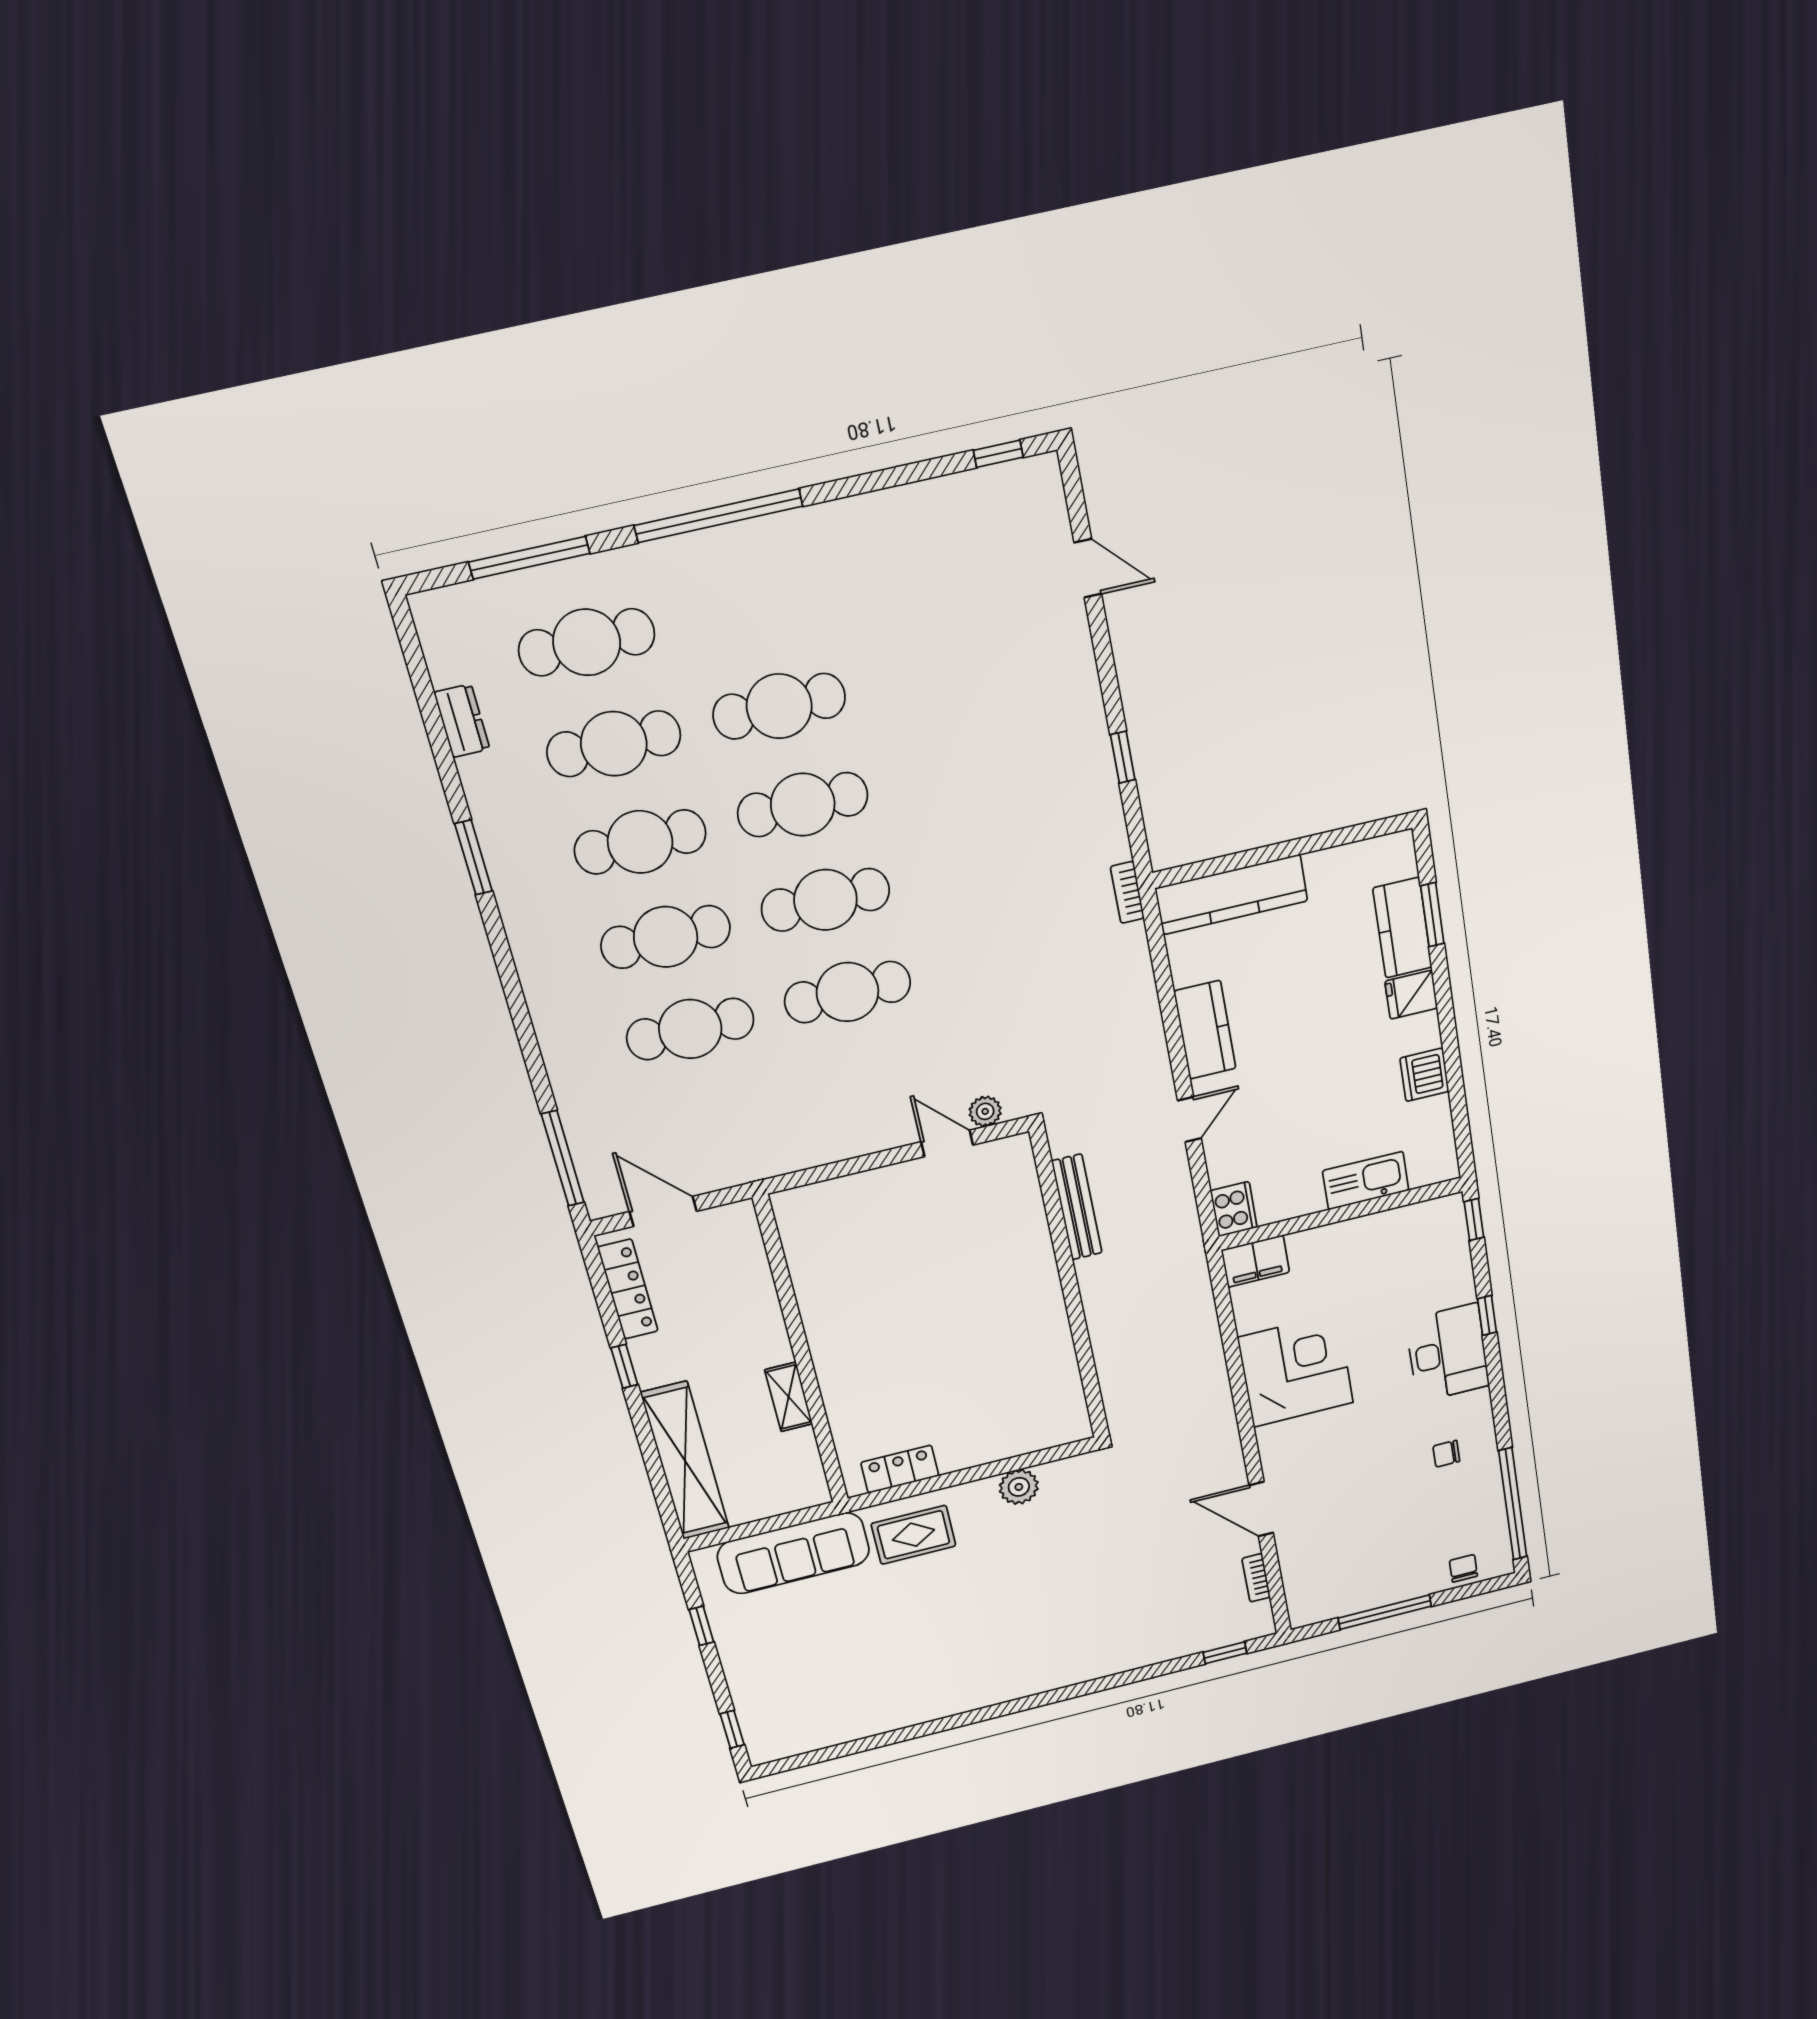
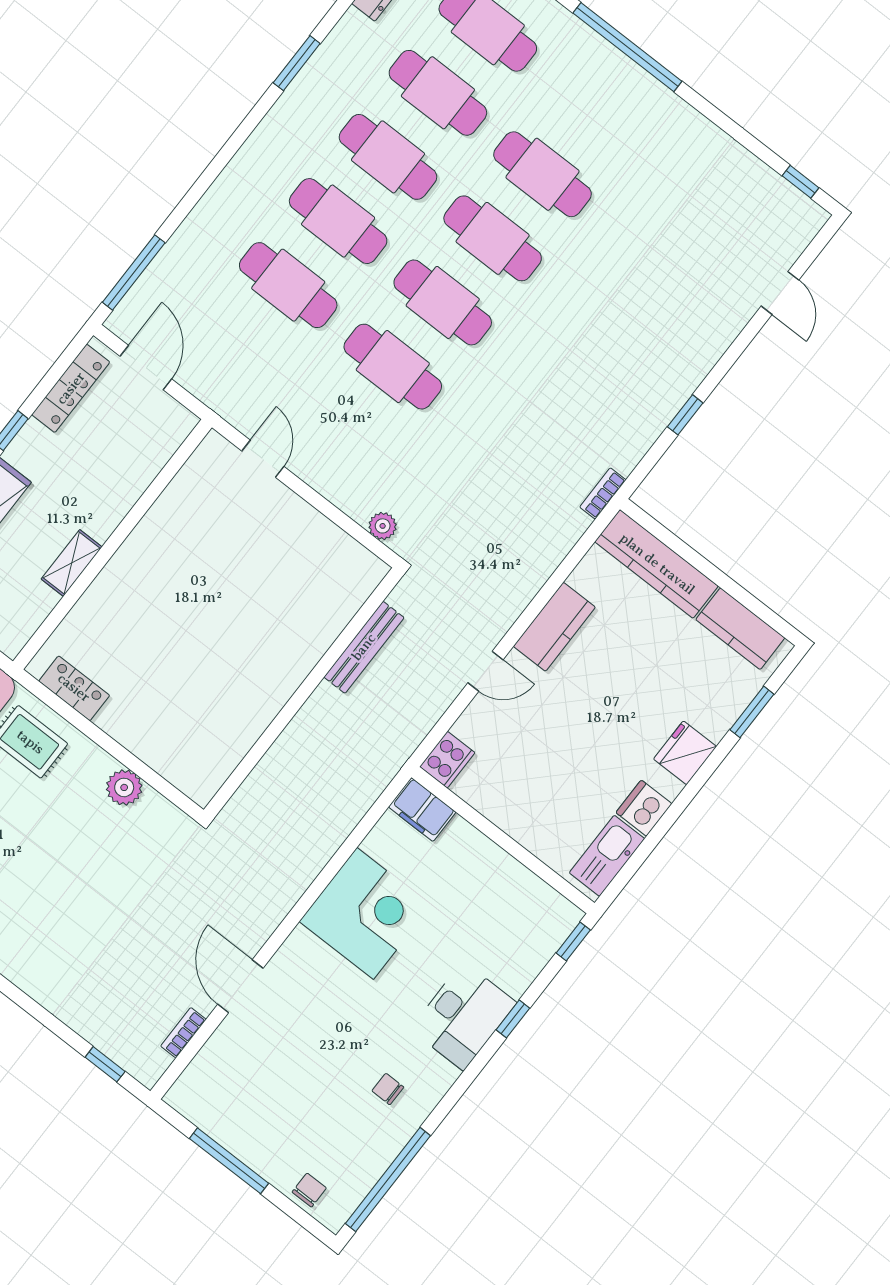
kitchen counter: (1402, 928) -> (740, 629), moved, turned -90
fridge: (1411, 995) -> (685, 753), width x1.38
door: (947, 1143) -> (263, 459), moved
kitchen sink: (1366, 1181) -> (607, 856), moved, turned -90

